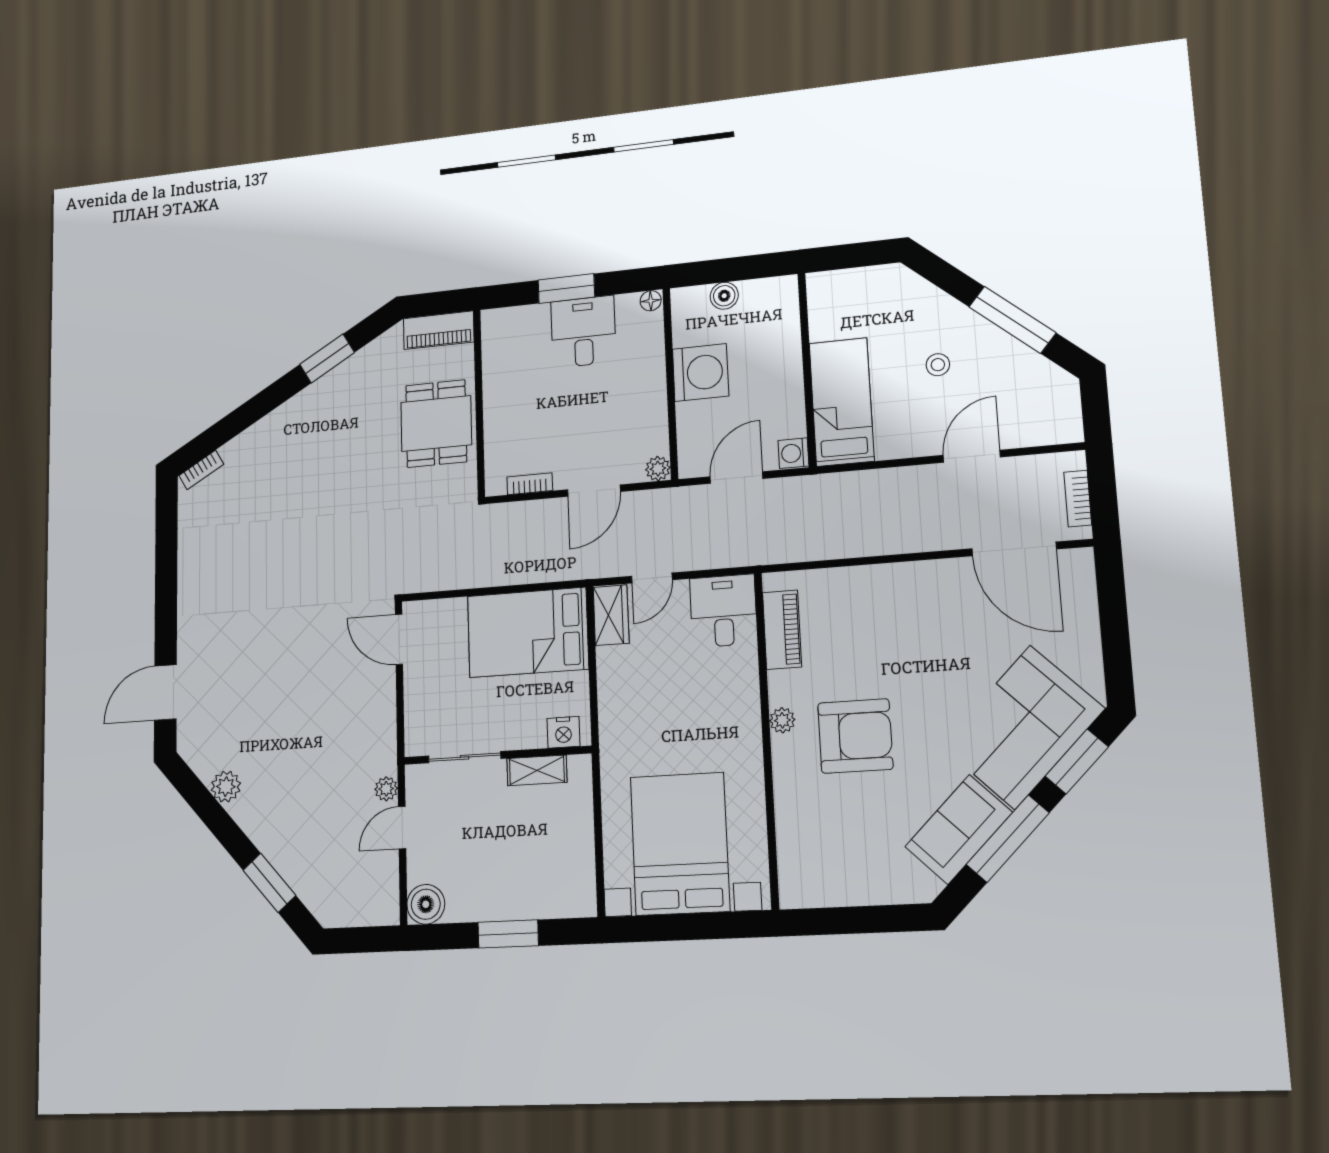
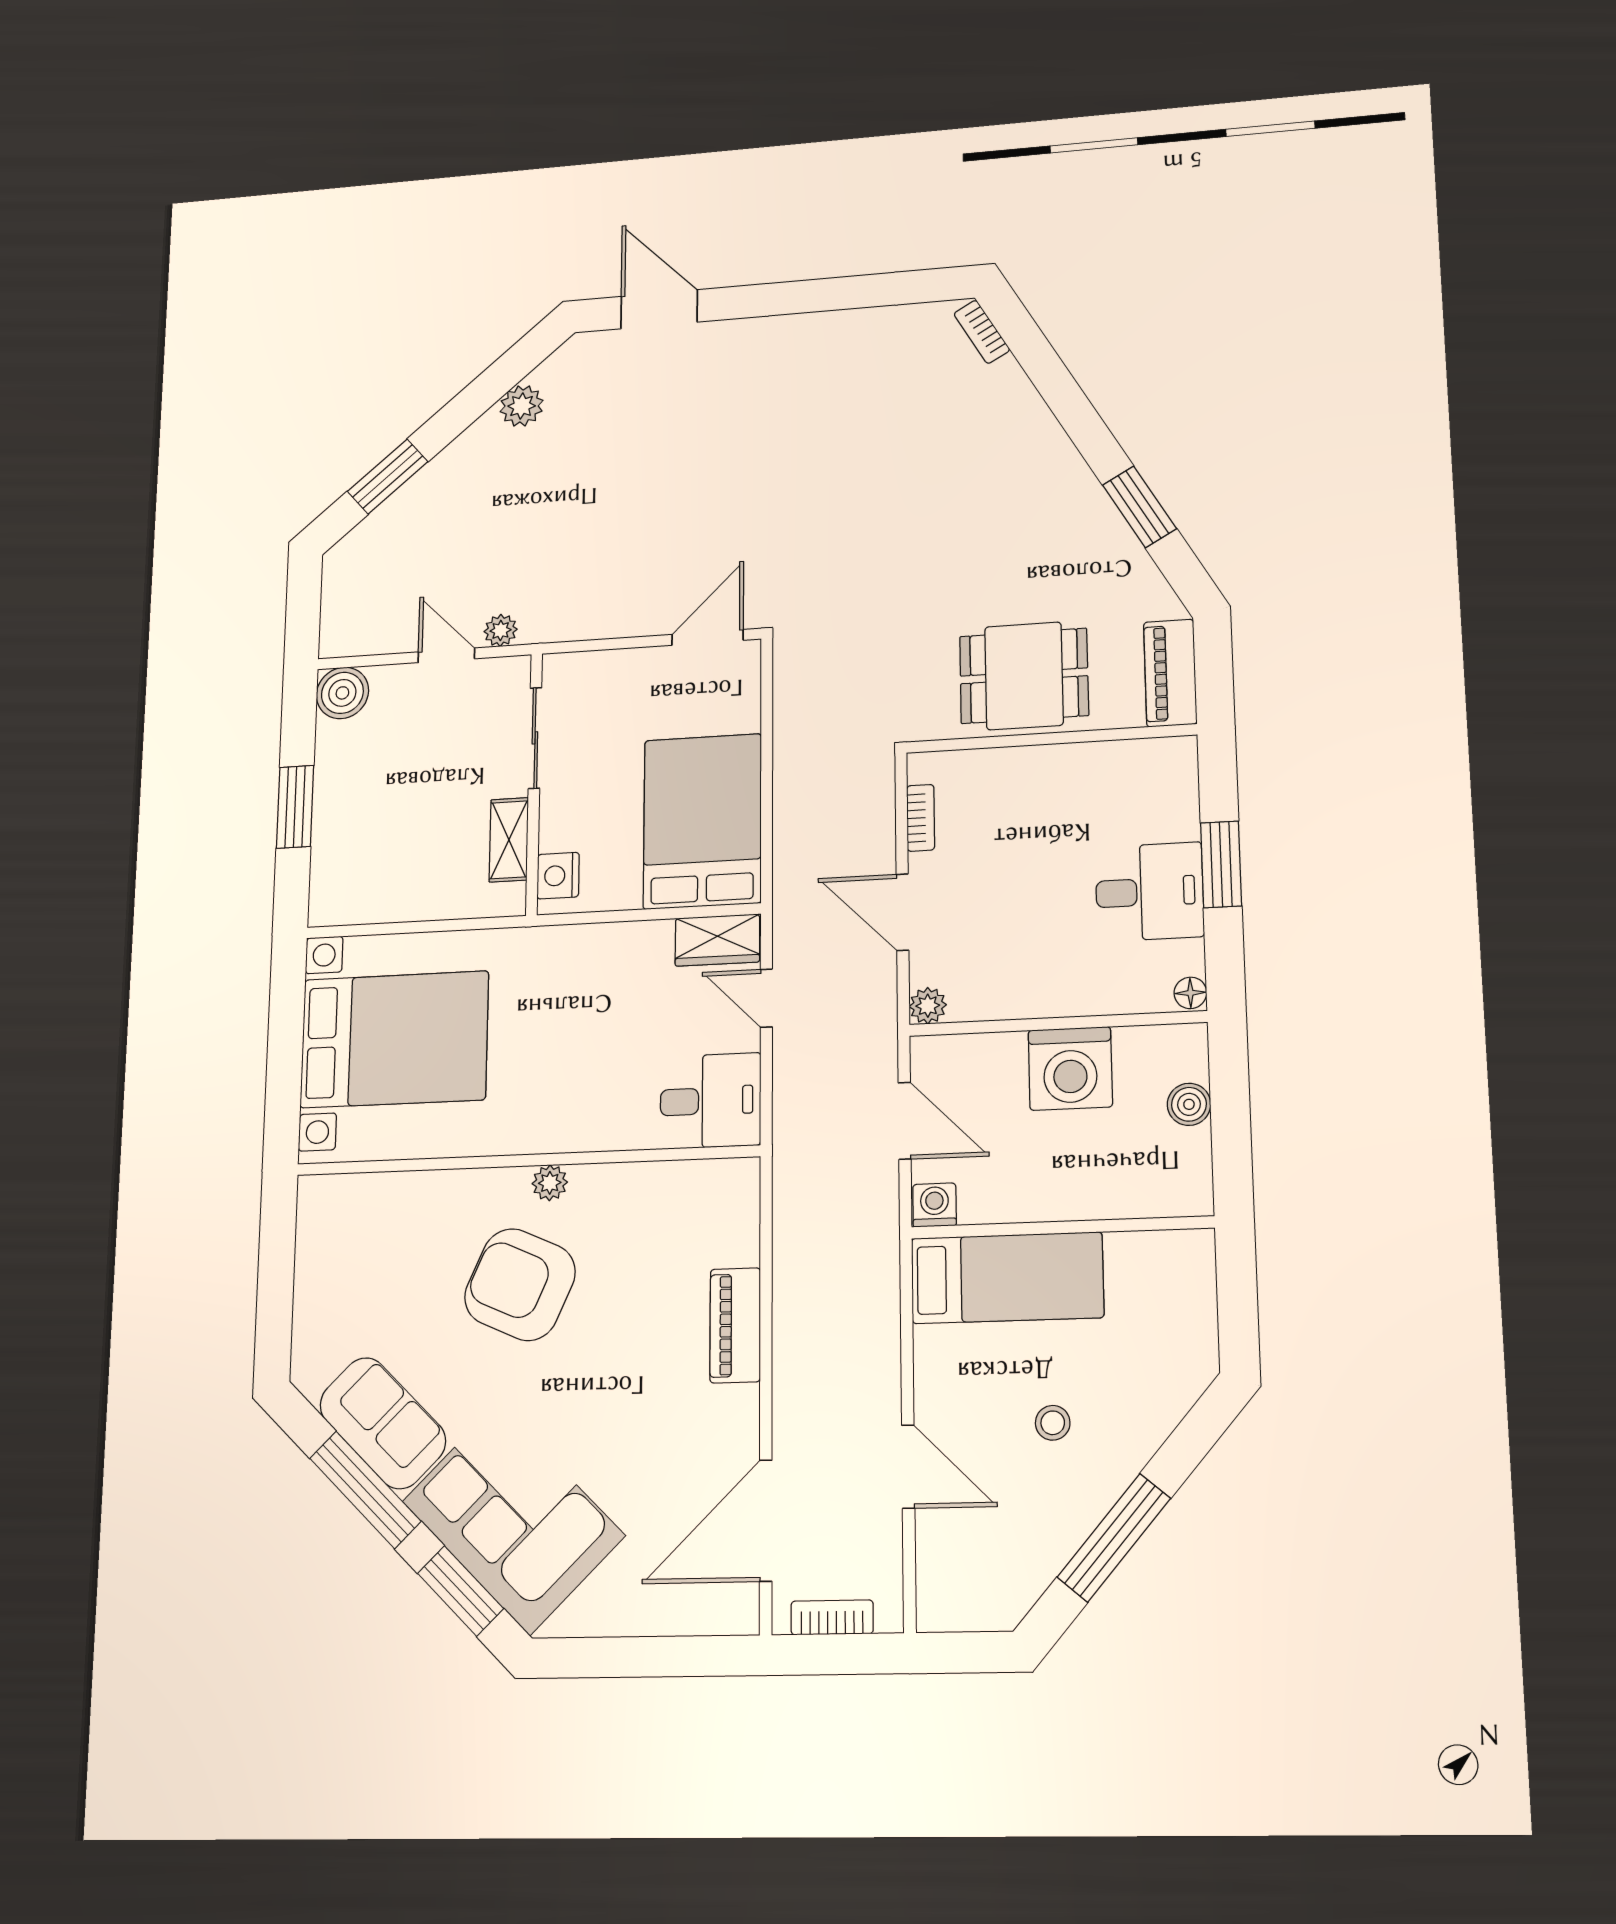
piano: (782, 630) -> (735, 1325), moved, turned 90
armchair: (855, 736) -> (520, 1285), turned 114

